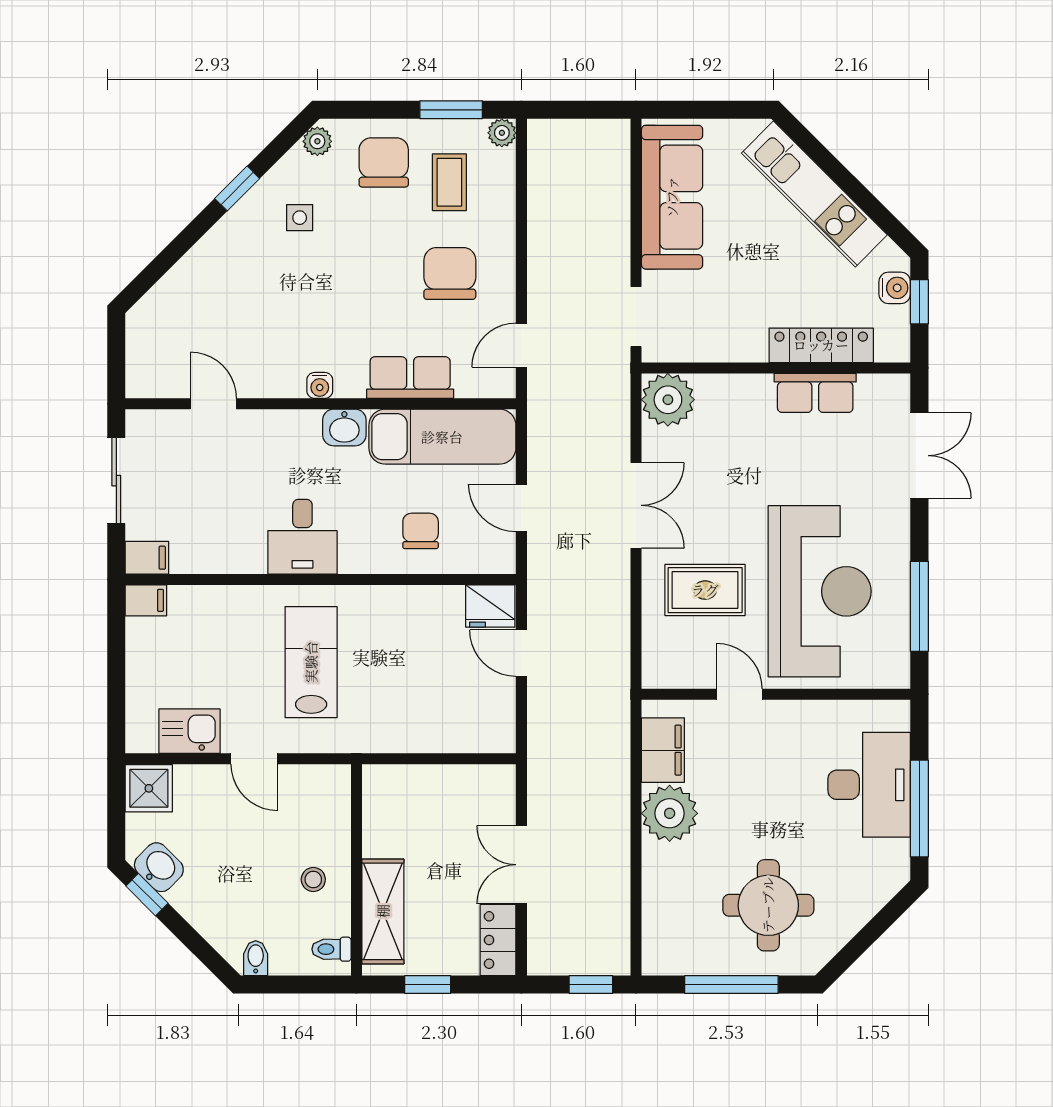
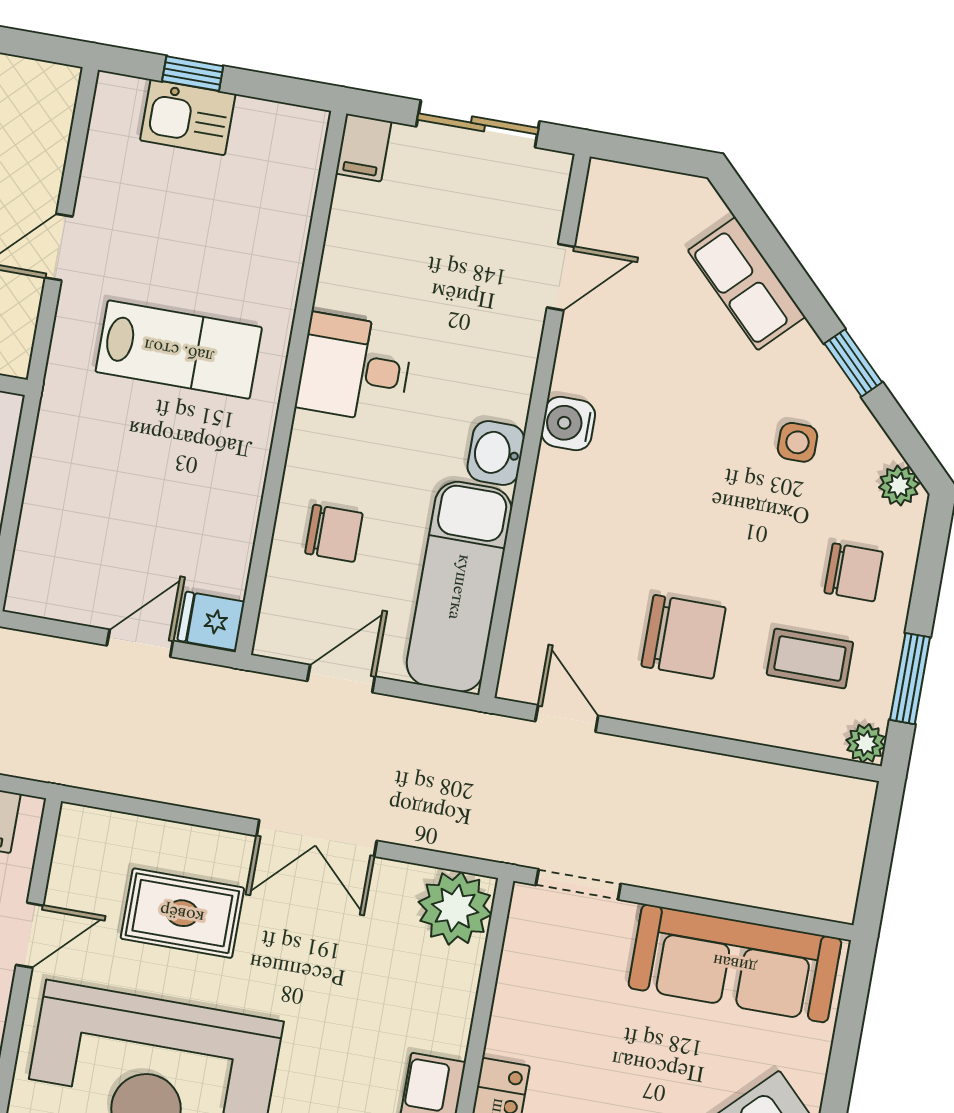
chair: (384, 162) -> (854, 572), width x0.73, depth x0.73
row of seats: (410, 378) -> (747, 284), moved, turned 135
water cooler: (320, 385) -> (568, 423), width x1.38, depth x1.38
rug: (705, 590) -> (182, 913), turned 90
filing cabinet: (146, 600) -> (305, 136), removed
fridge: (490, 606) -> (211, 621), width x0.72
window: (116, 686) -> (193, 74), added
kitchen sink: (189, 731) -> (188, 117), moved, turned 90
shower: (149, 788) -> (43, 94), removed

